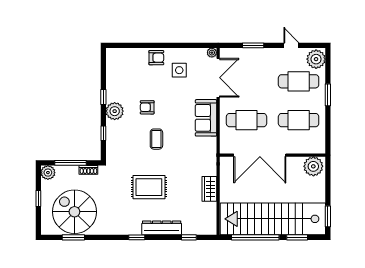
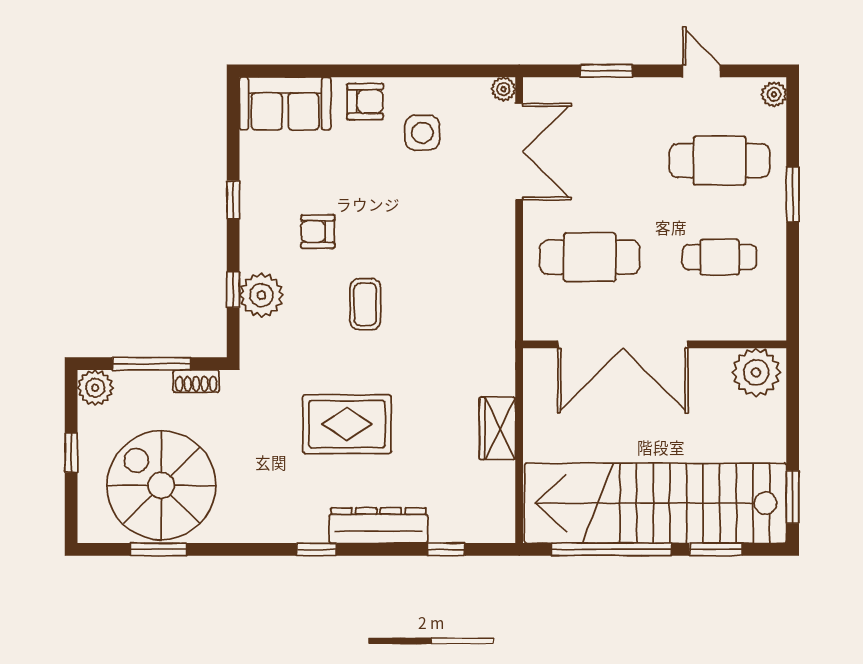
plant: (316, 59) -> (774, 94), width x0.53, depth x0.53
armchair: (147, 107) -> (318, 231), moved
plant: (115, 111) -> (261, 295), moved
sofa: (206, 118) -> (285, 104), moved, turned -90
cafe table: (299, 120) -> (720, 257), width x0.73, depth x0.74

